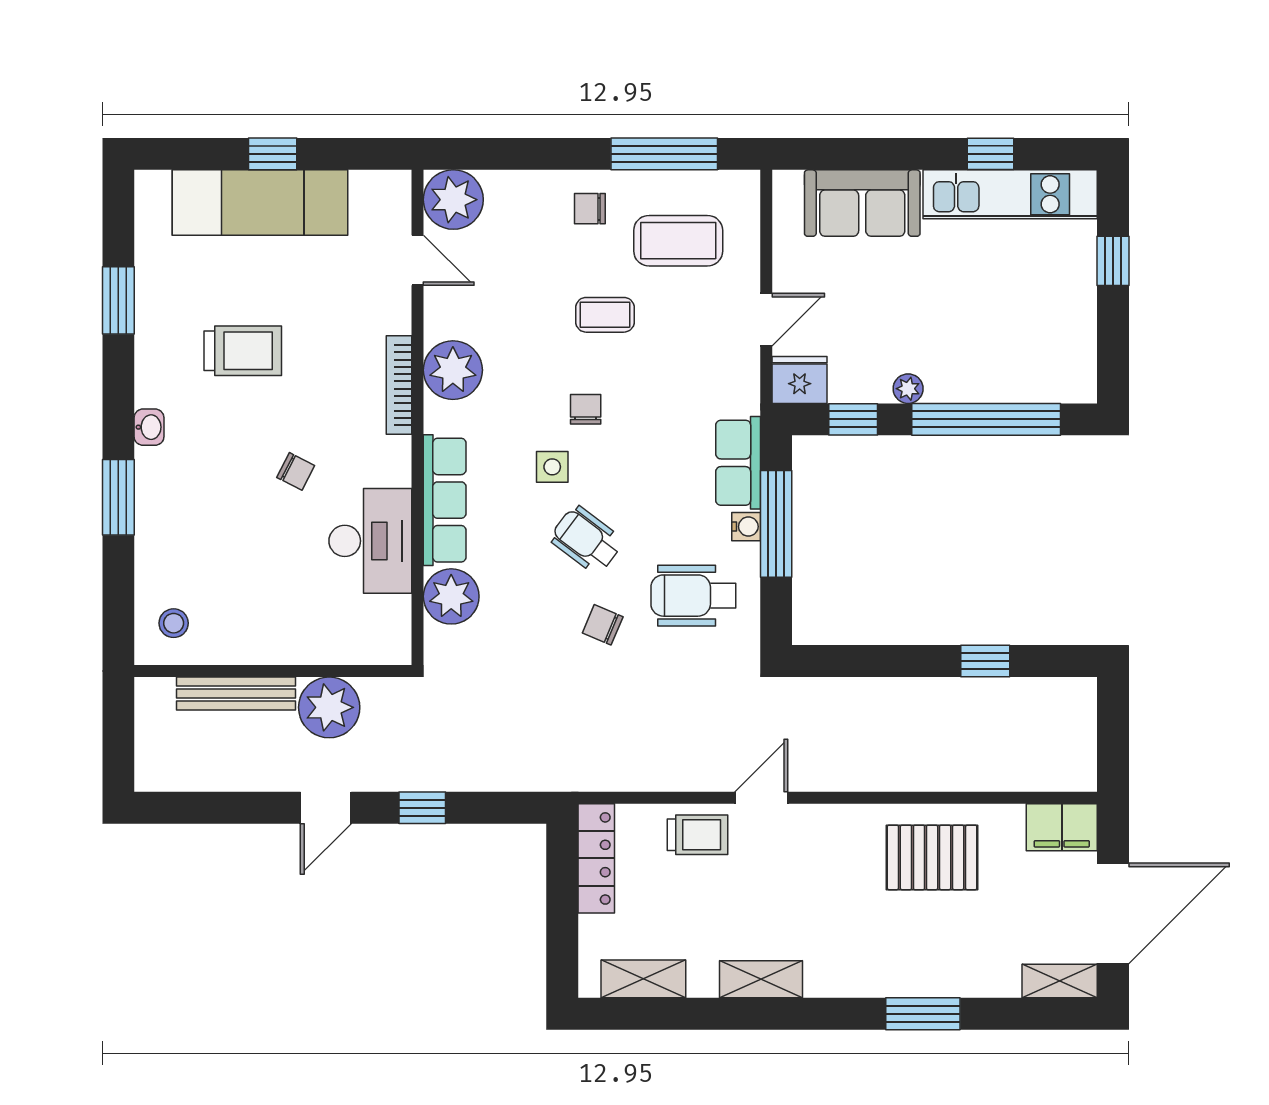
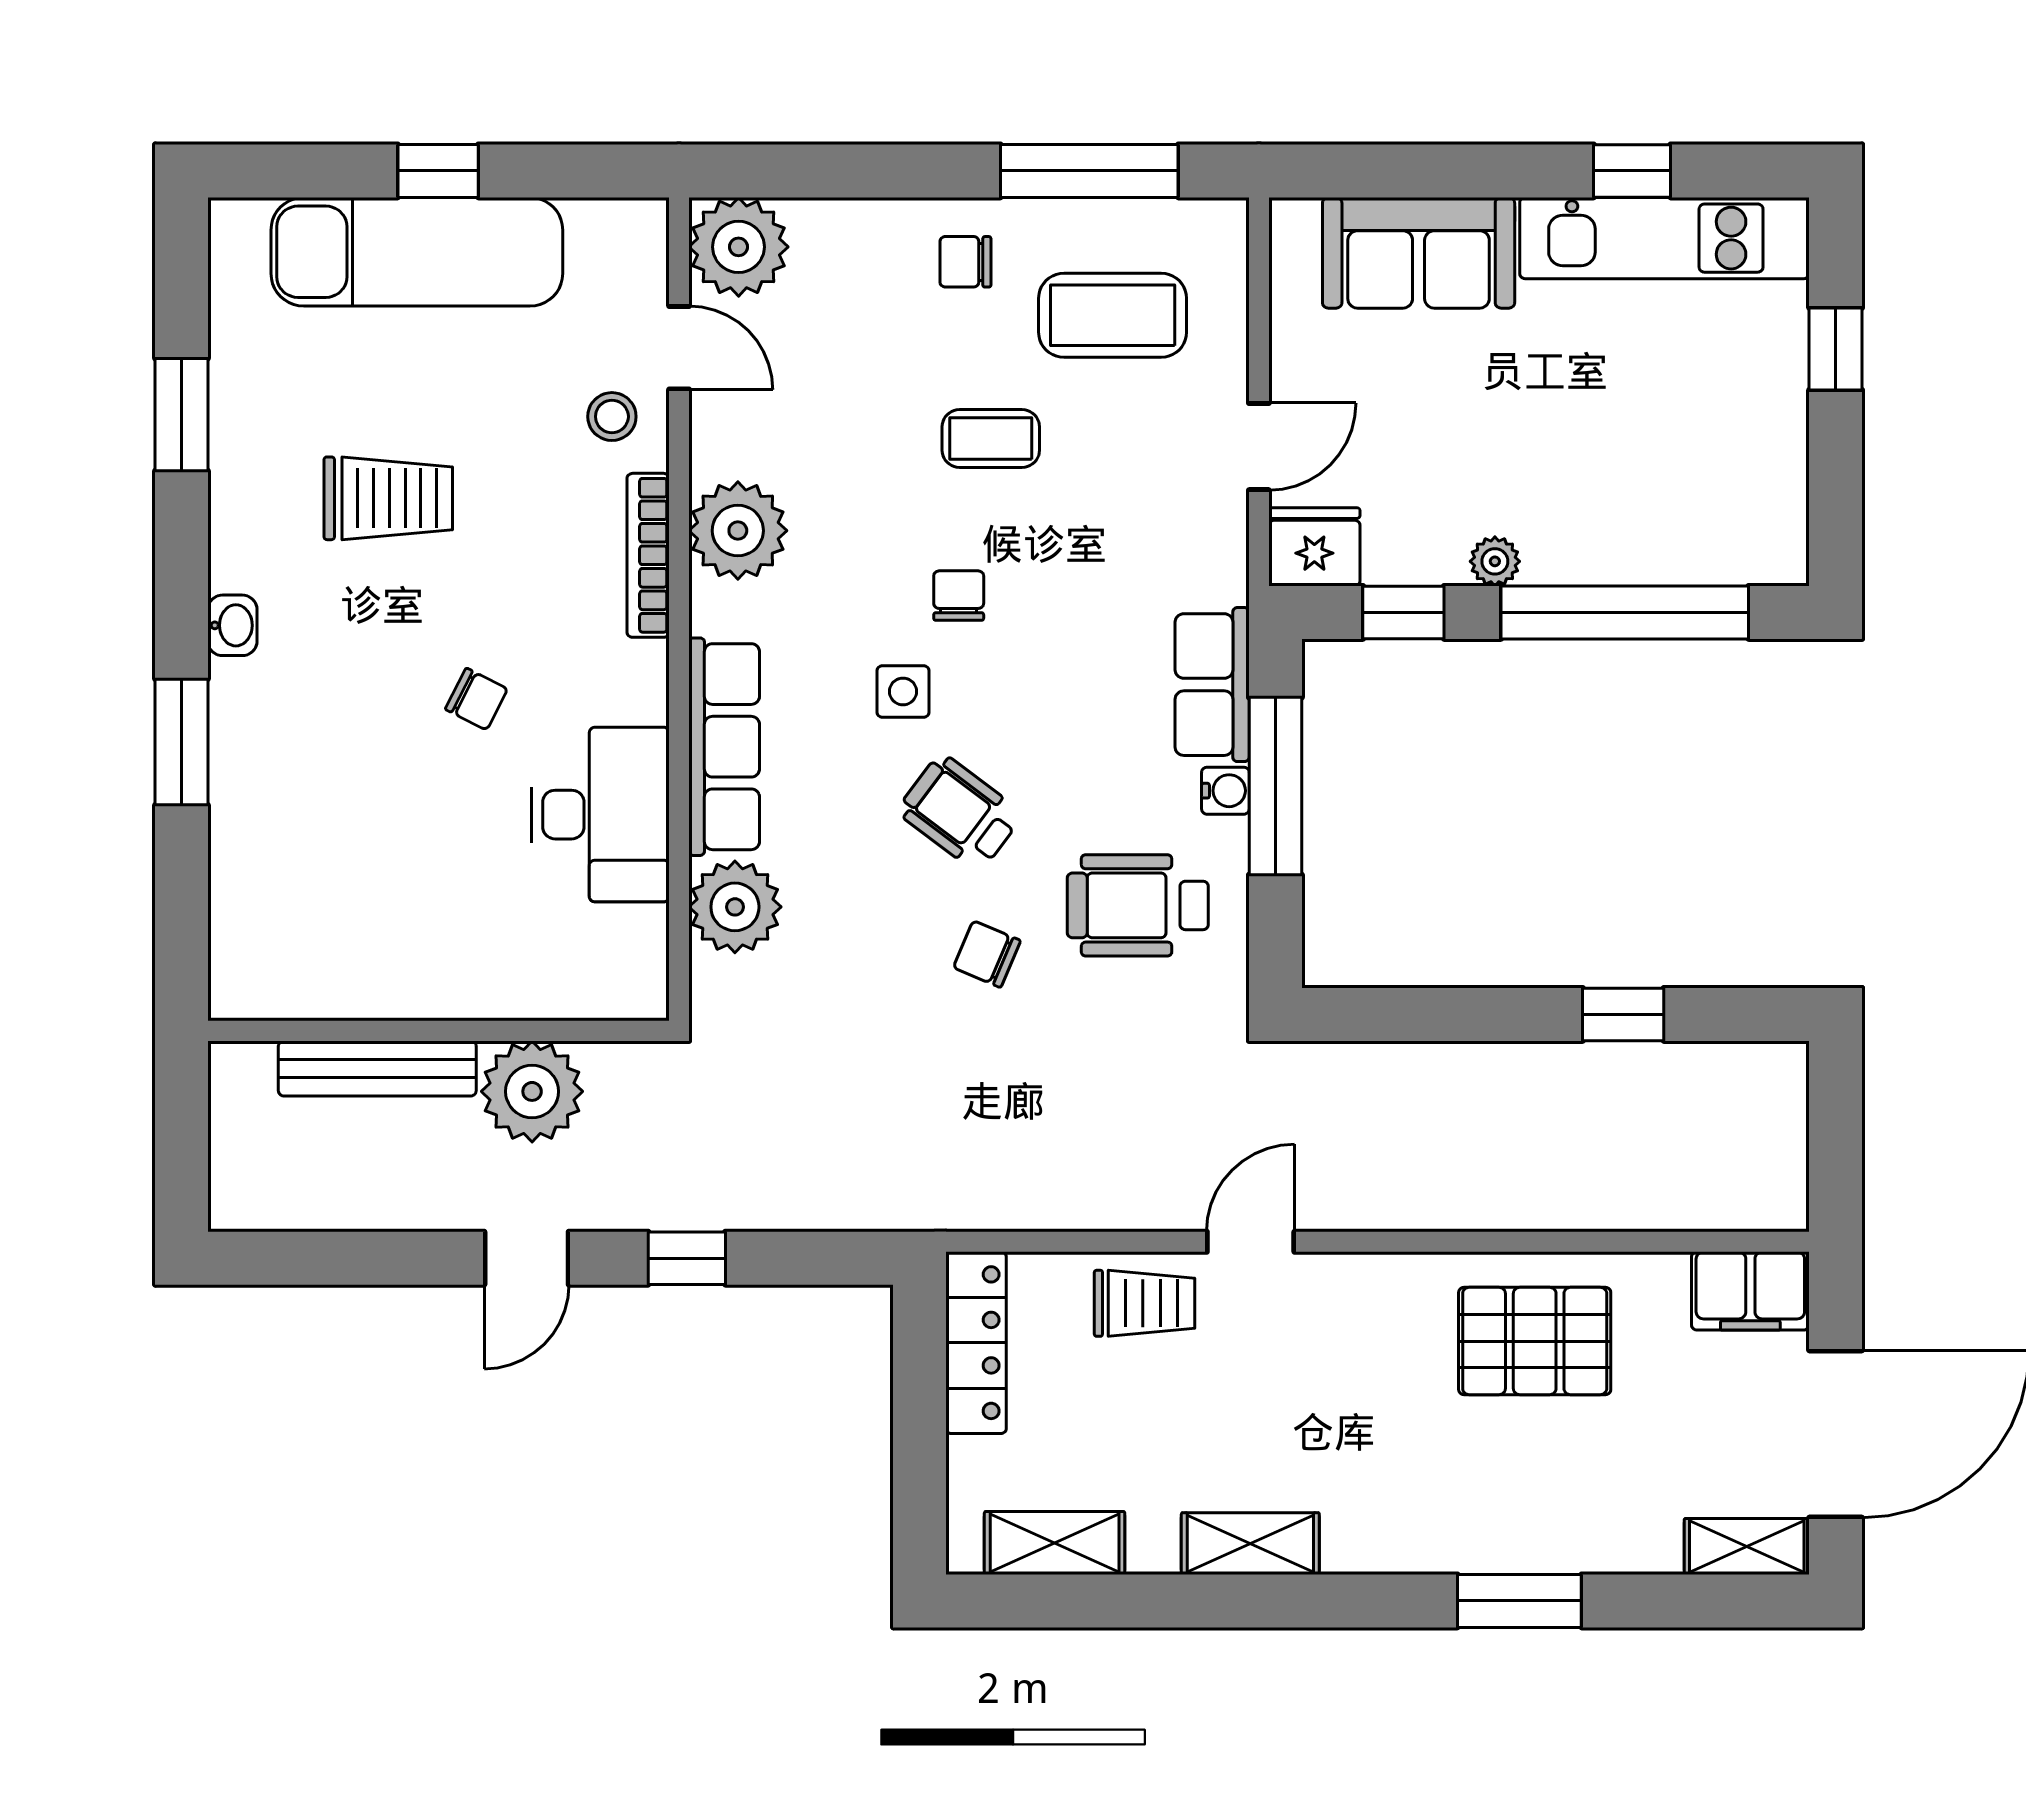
stool: (174, 623) -> (612, 417), moved

